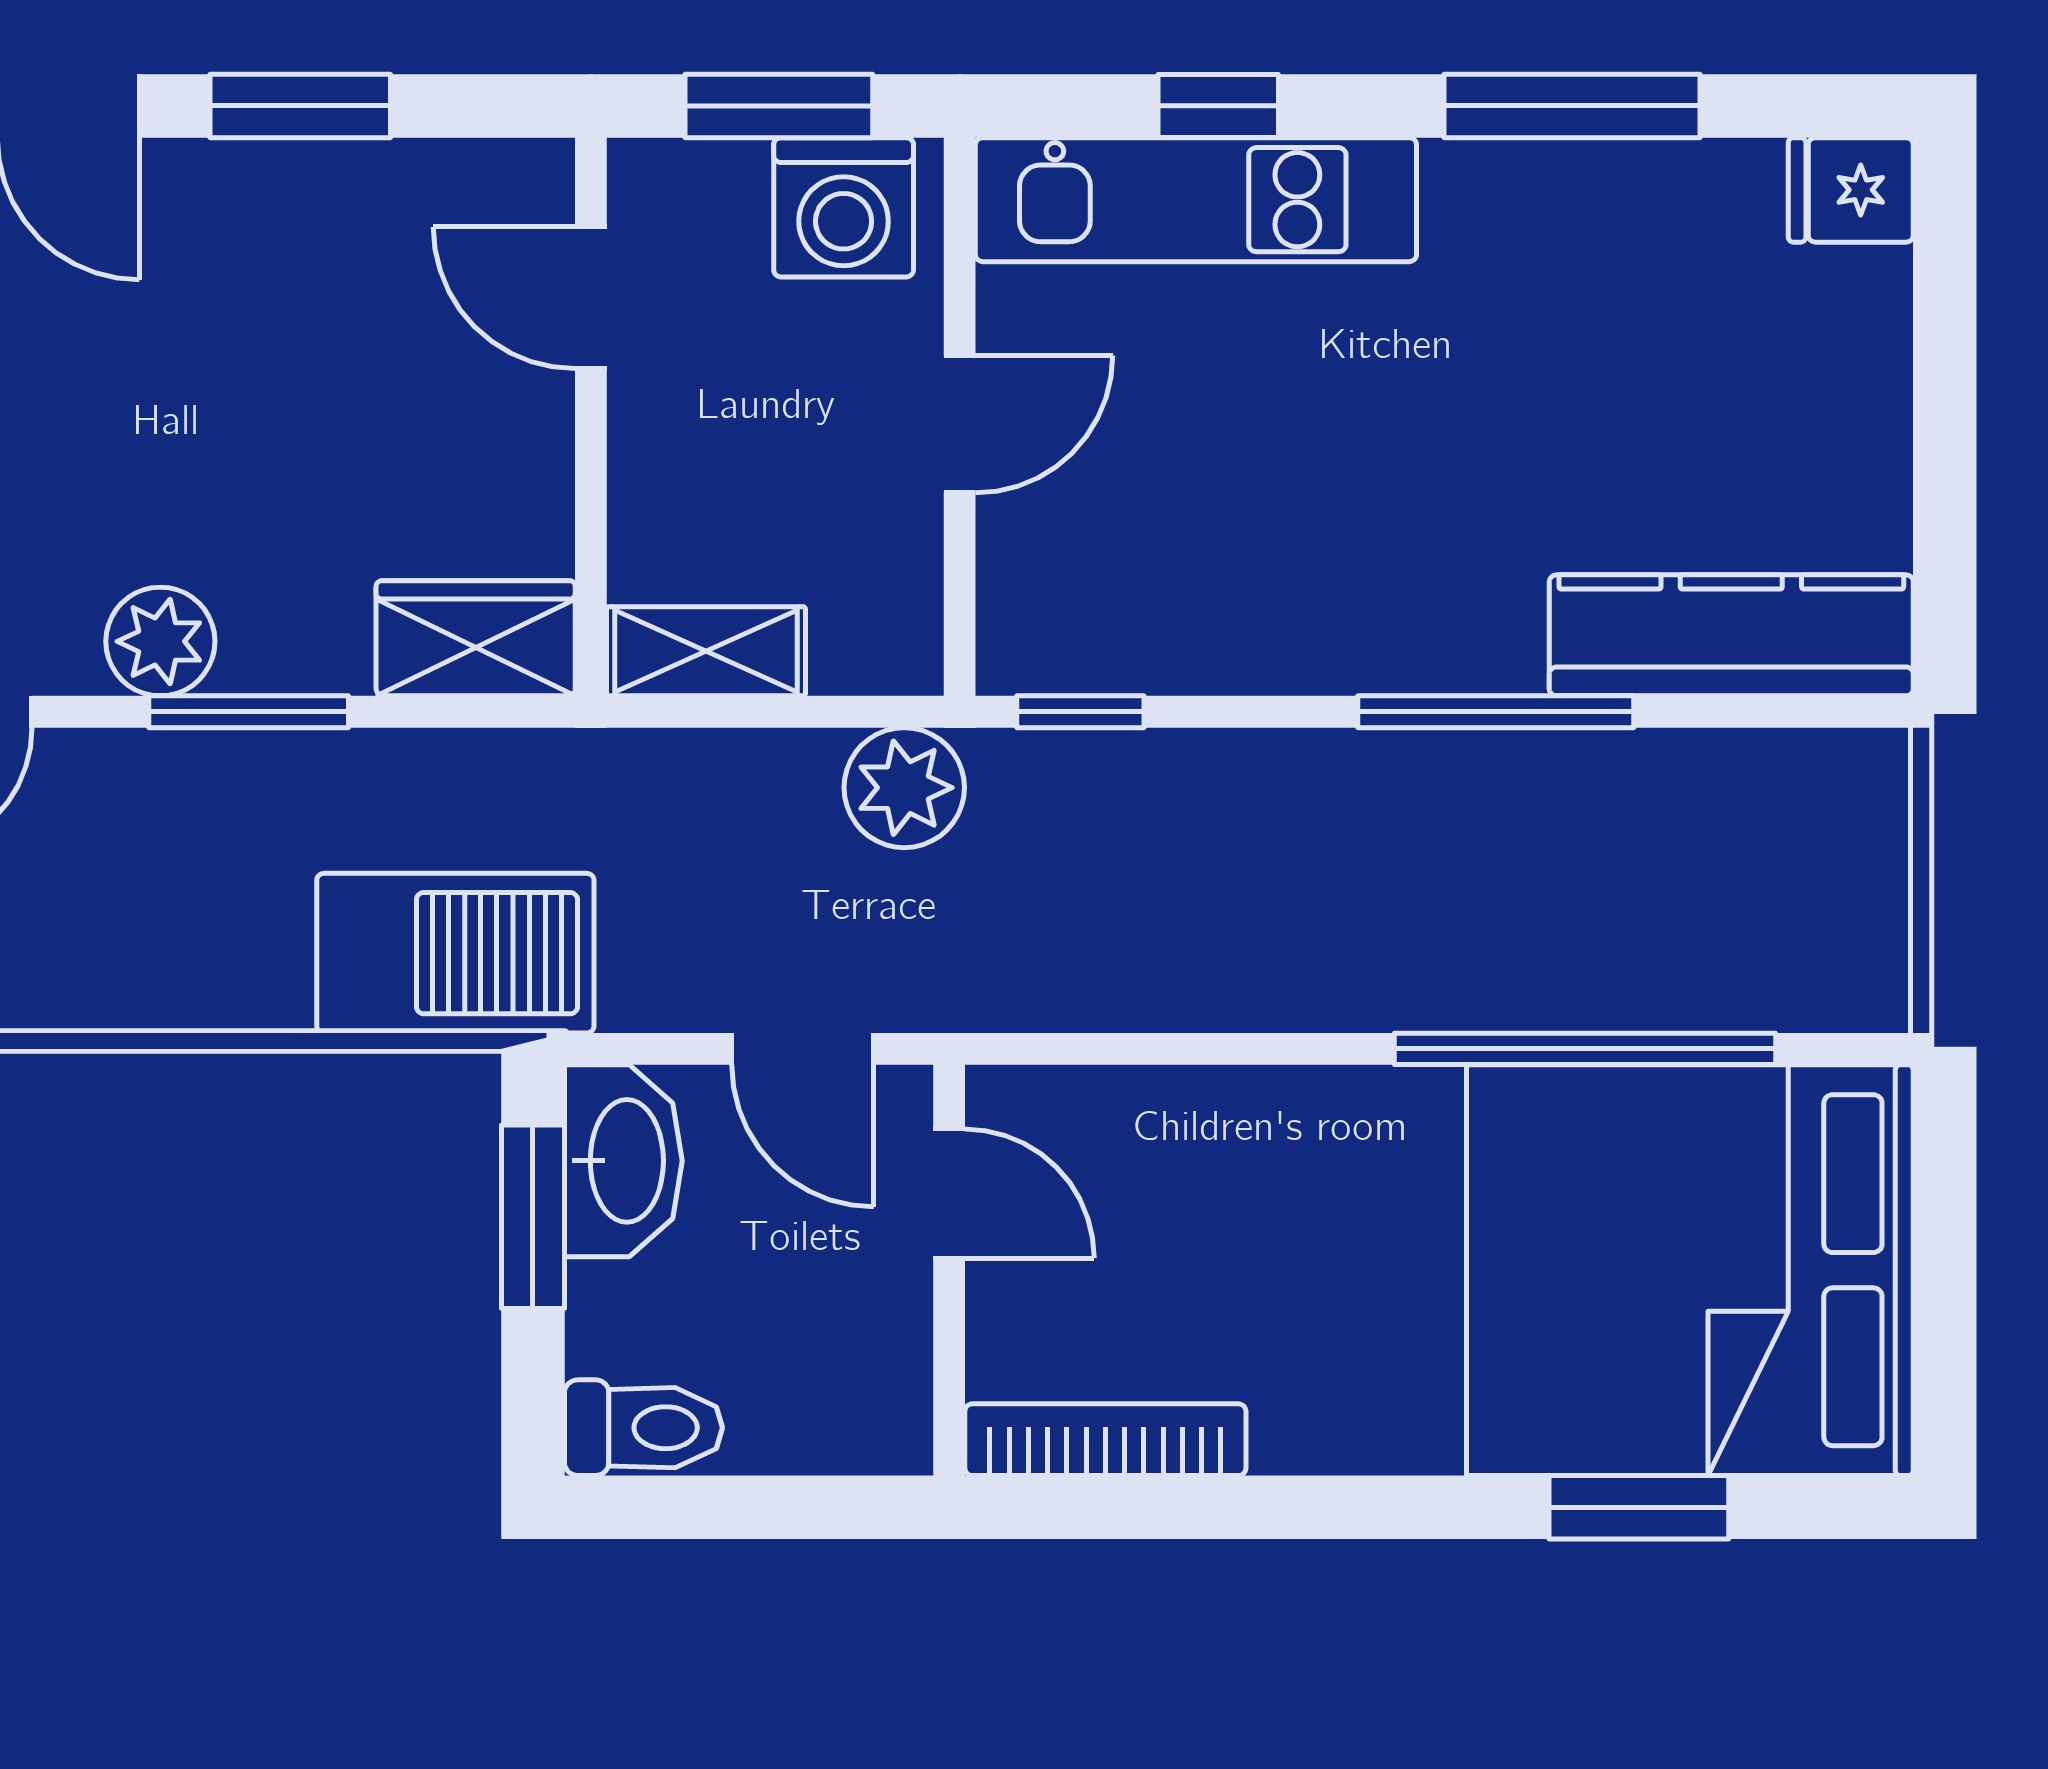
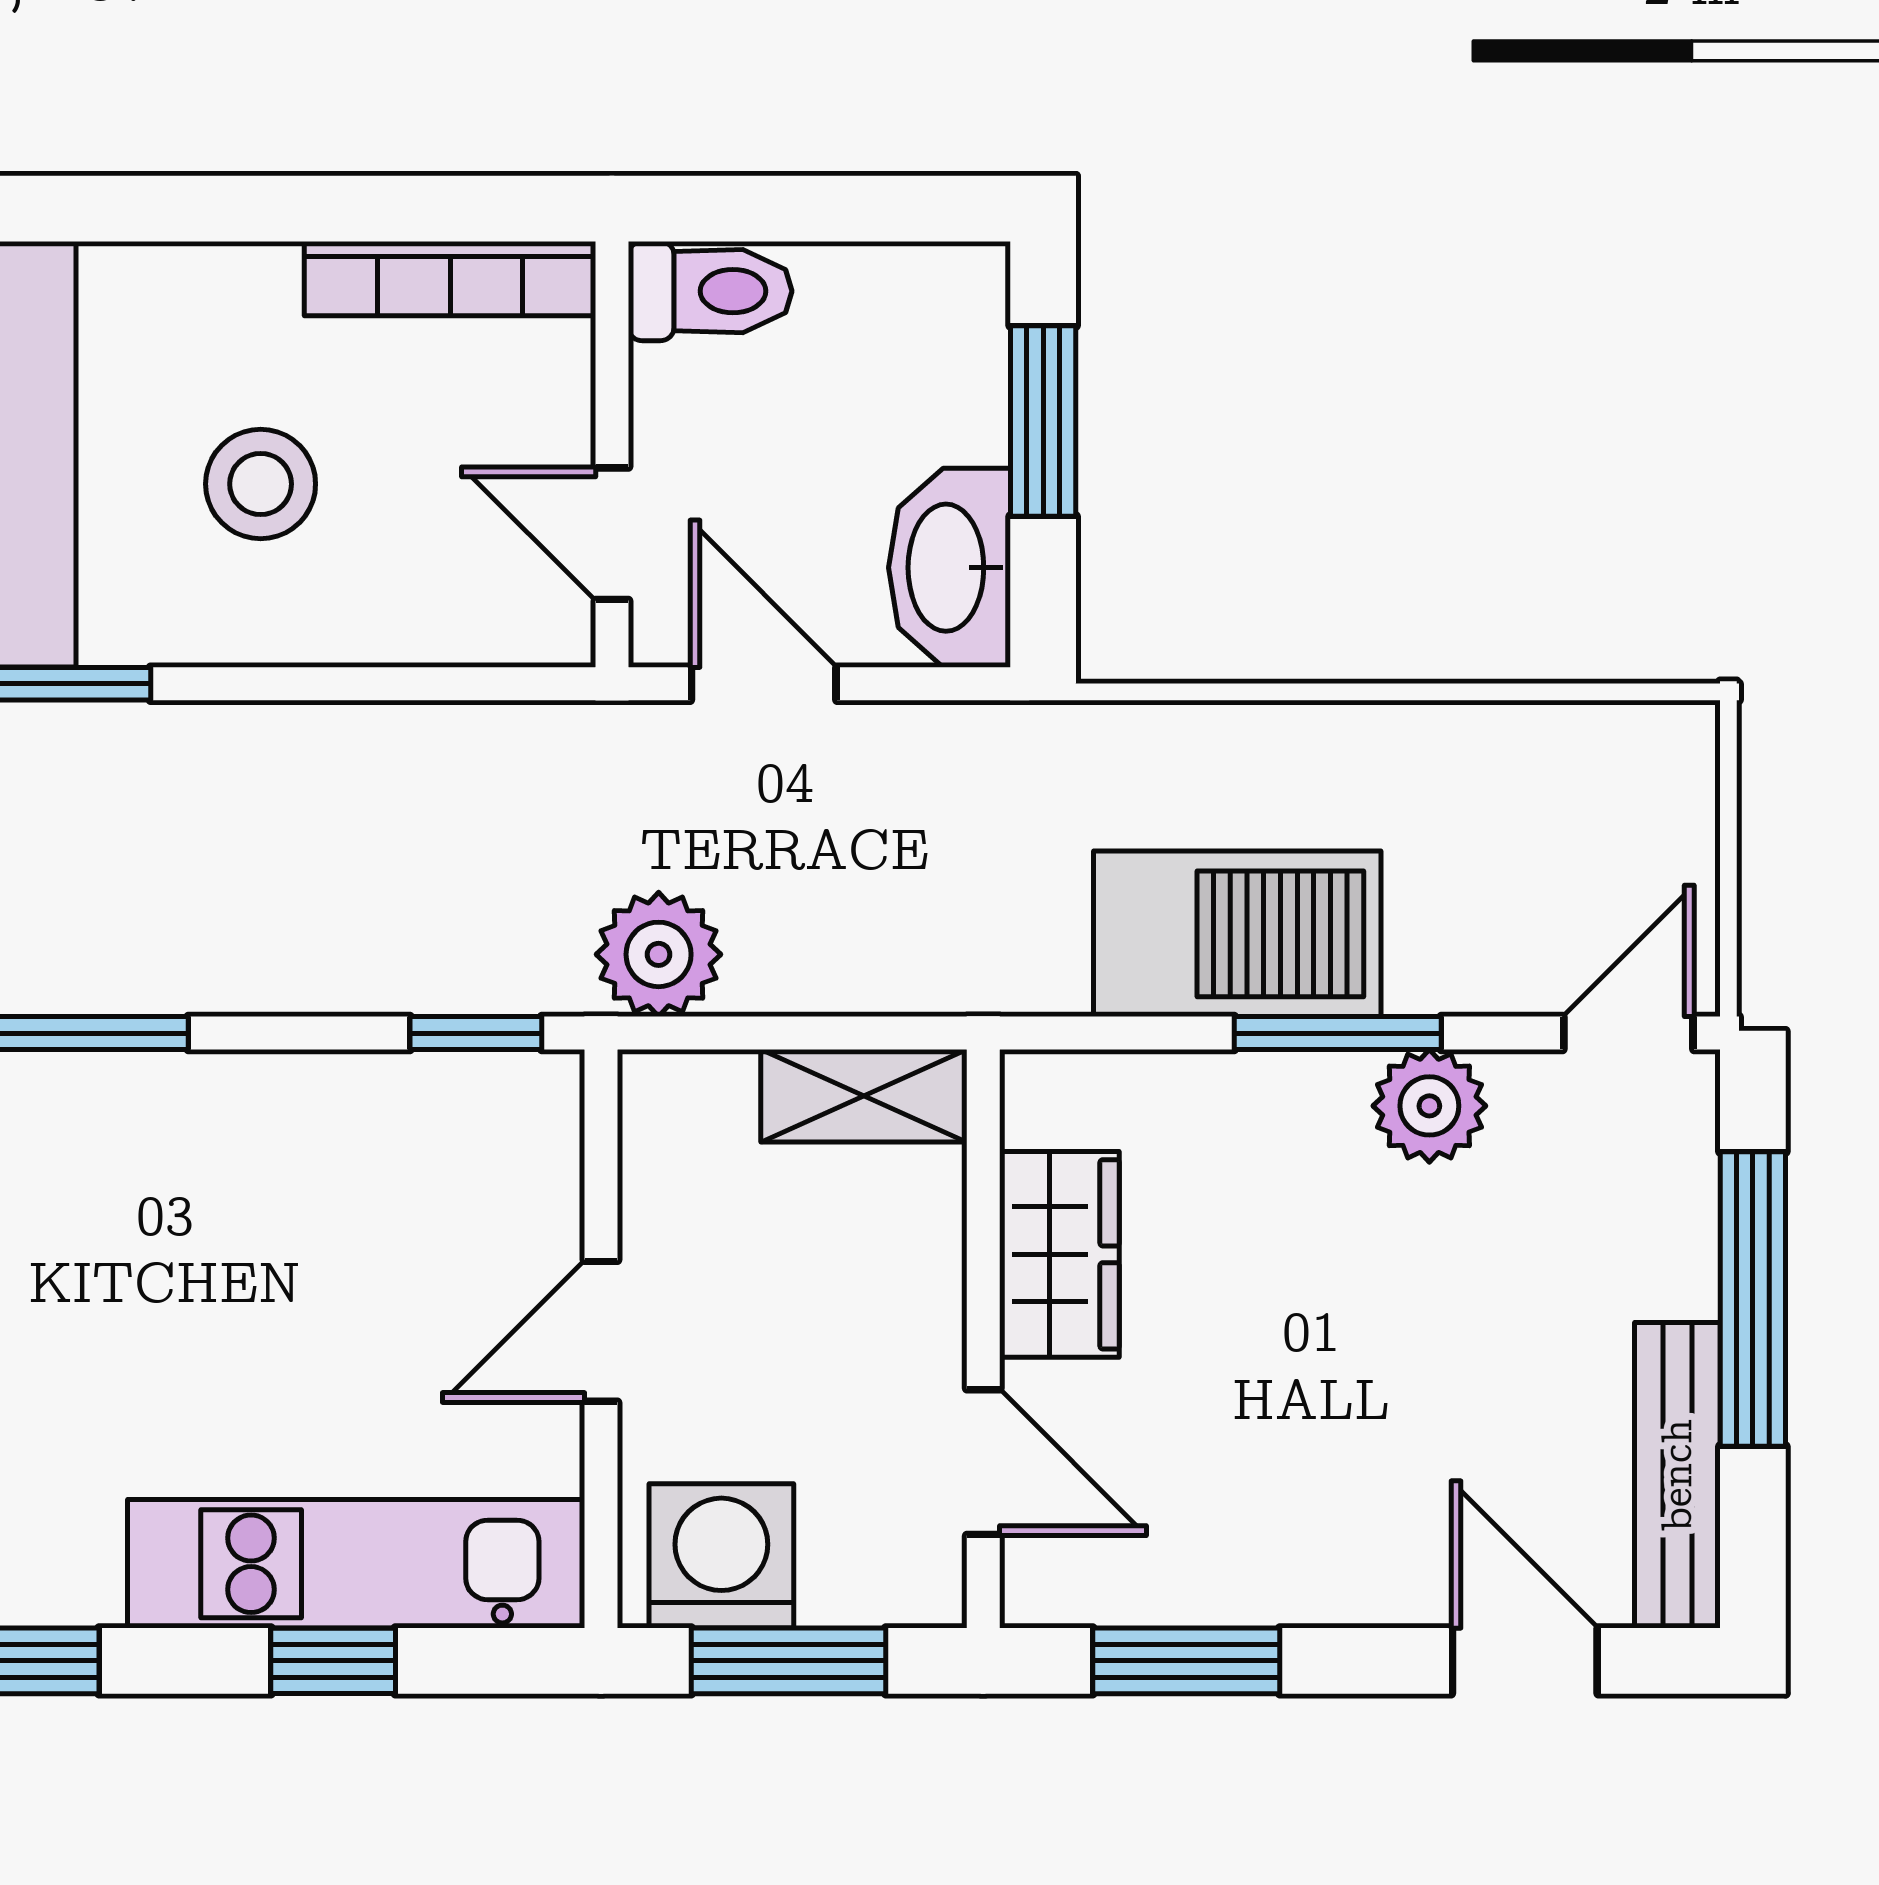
window: (300, 106) -> (1186, 1661), moved
wardrobe: (476, 638) -> (1059, 1254), moved, turned -90
barbecue: (455, 953) -> (1237, 934), moved, turned 180
window: (533, 1217) -> (1043, 421), moved
stool: (1288, 1242) -> (261, 484), added
toilet: (643, 1428) -> (710, 291), moved, turned 180

